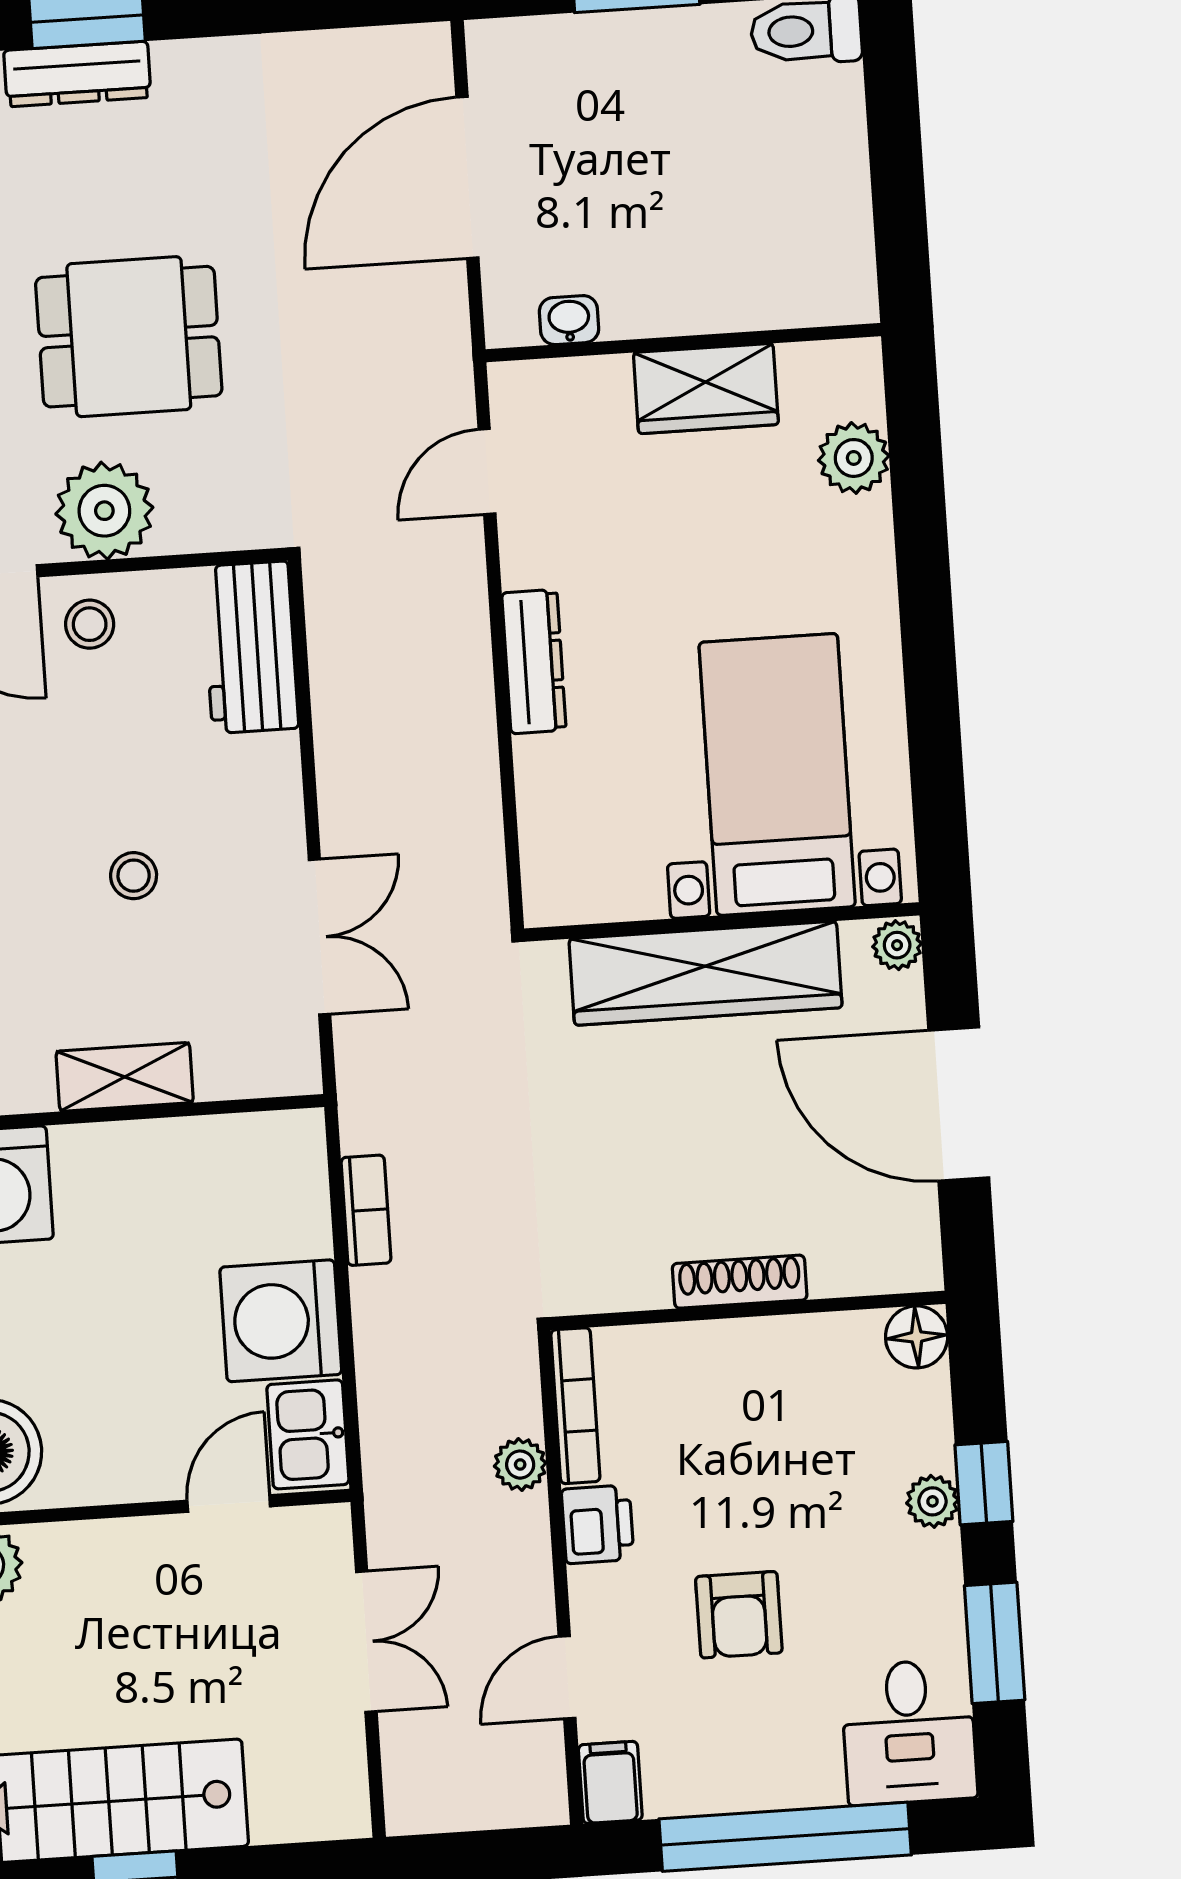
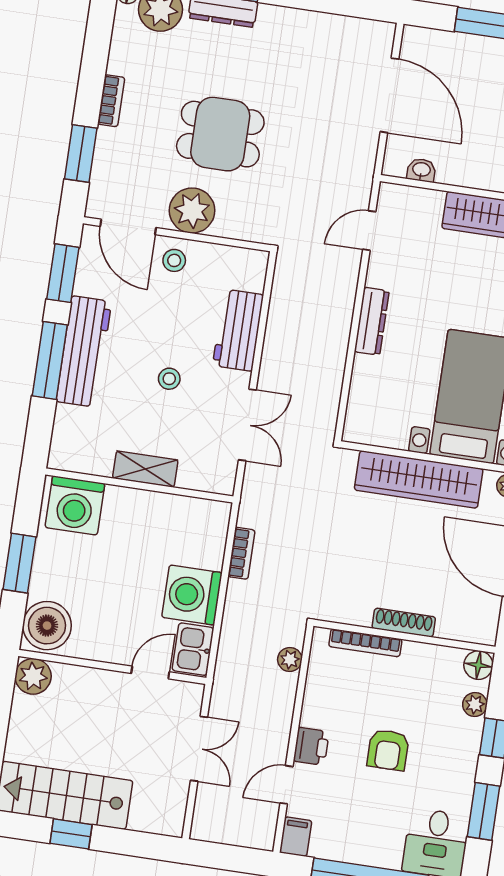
door: (467, 177) -> (389, 95), swing flipped
workbench: (250, 647) -> (238, 330), moved
bookcase: (575, 1406) -> (365, 643), moved, turned 90
plant: (520, 1465) -> (290, 659), moved
plant: (932, 1501) -> (475, 704), moved
printer: (598, 1524) -> (311, 746), moved
armchair: (739, 1615) -> (388, 750), moved

